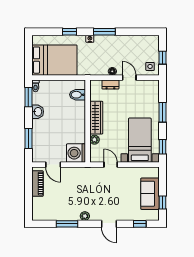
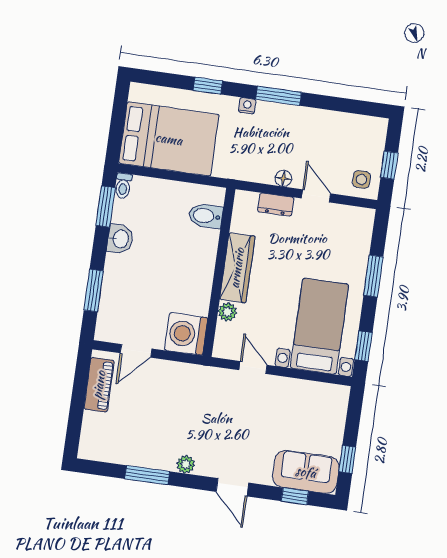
door: (53, 165) -> (136, 351), hinge flipped
sofa: (150, 194) -> (306, 472), moved, turned 90

